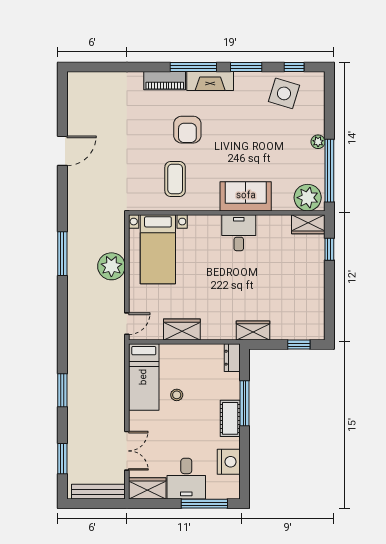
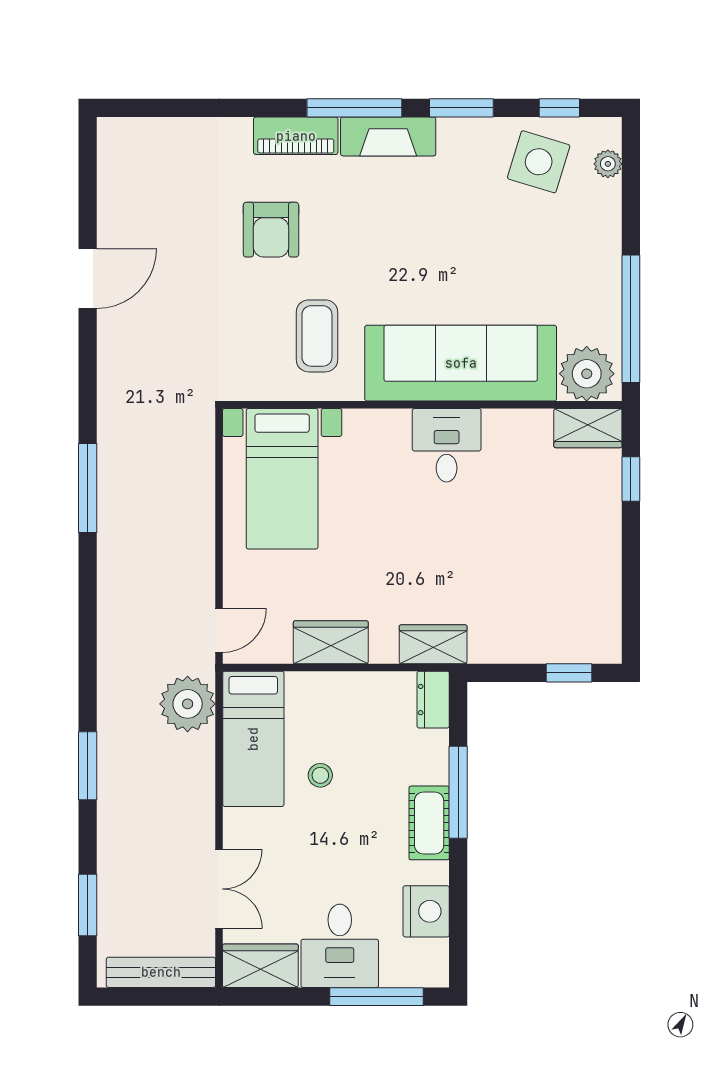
armchair: (187, 130) -> (271, 230), moved
plant: (318, 142) -> (608, 164), moved
sofa: (246, 196) -> (461, 363), width x1.85, depth x1.27
plant: (111, 266) -> (188, 704), moved
wardrobe: (253, 331) -> (433, 644), moved

